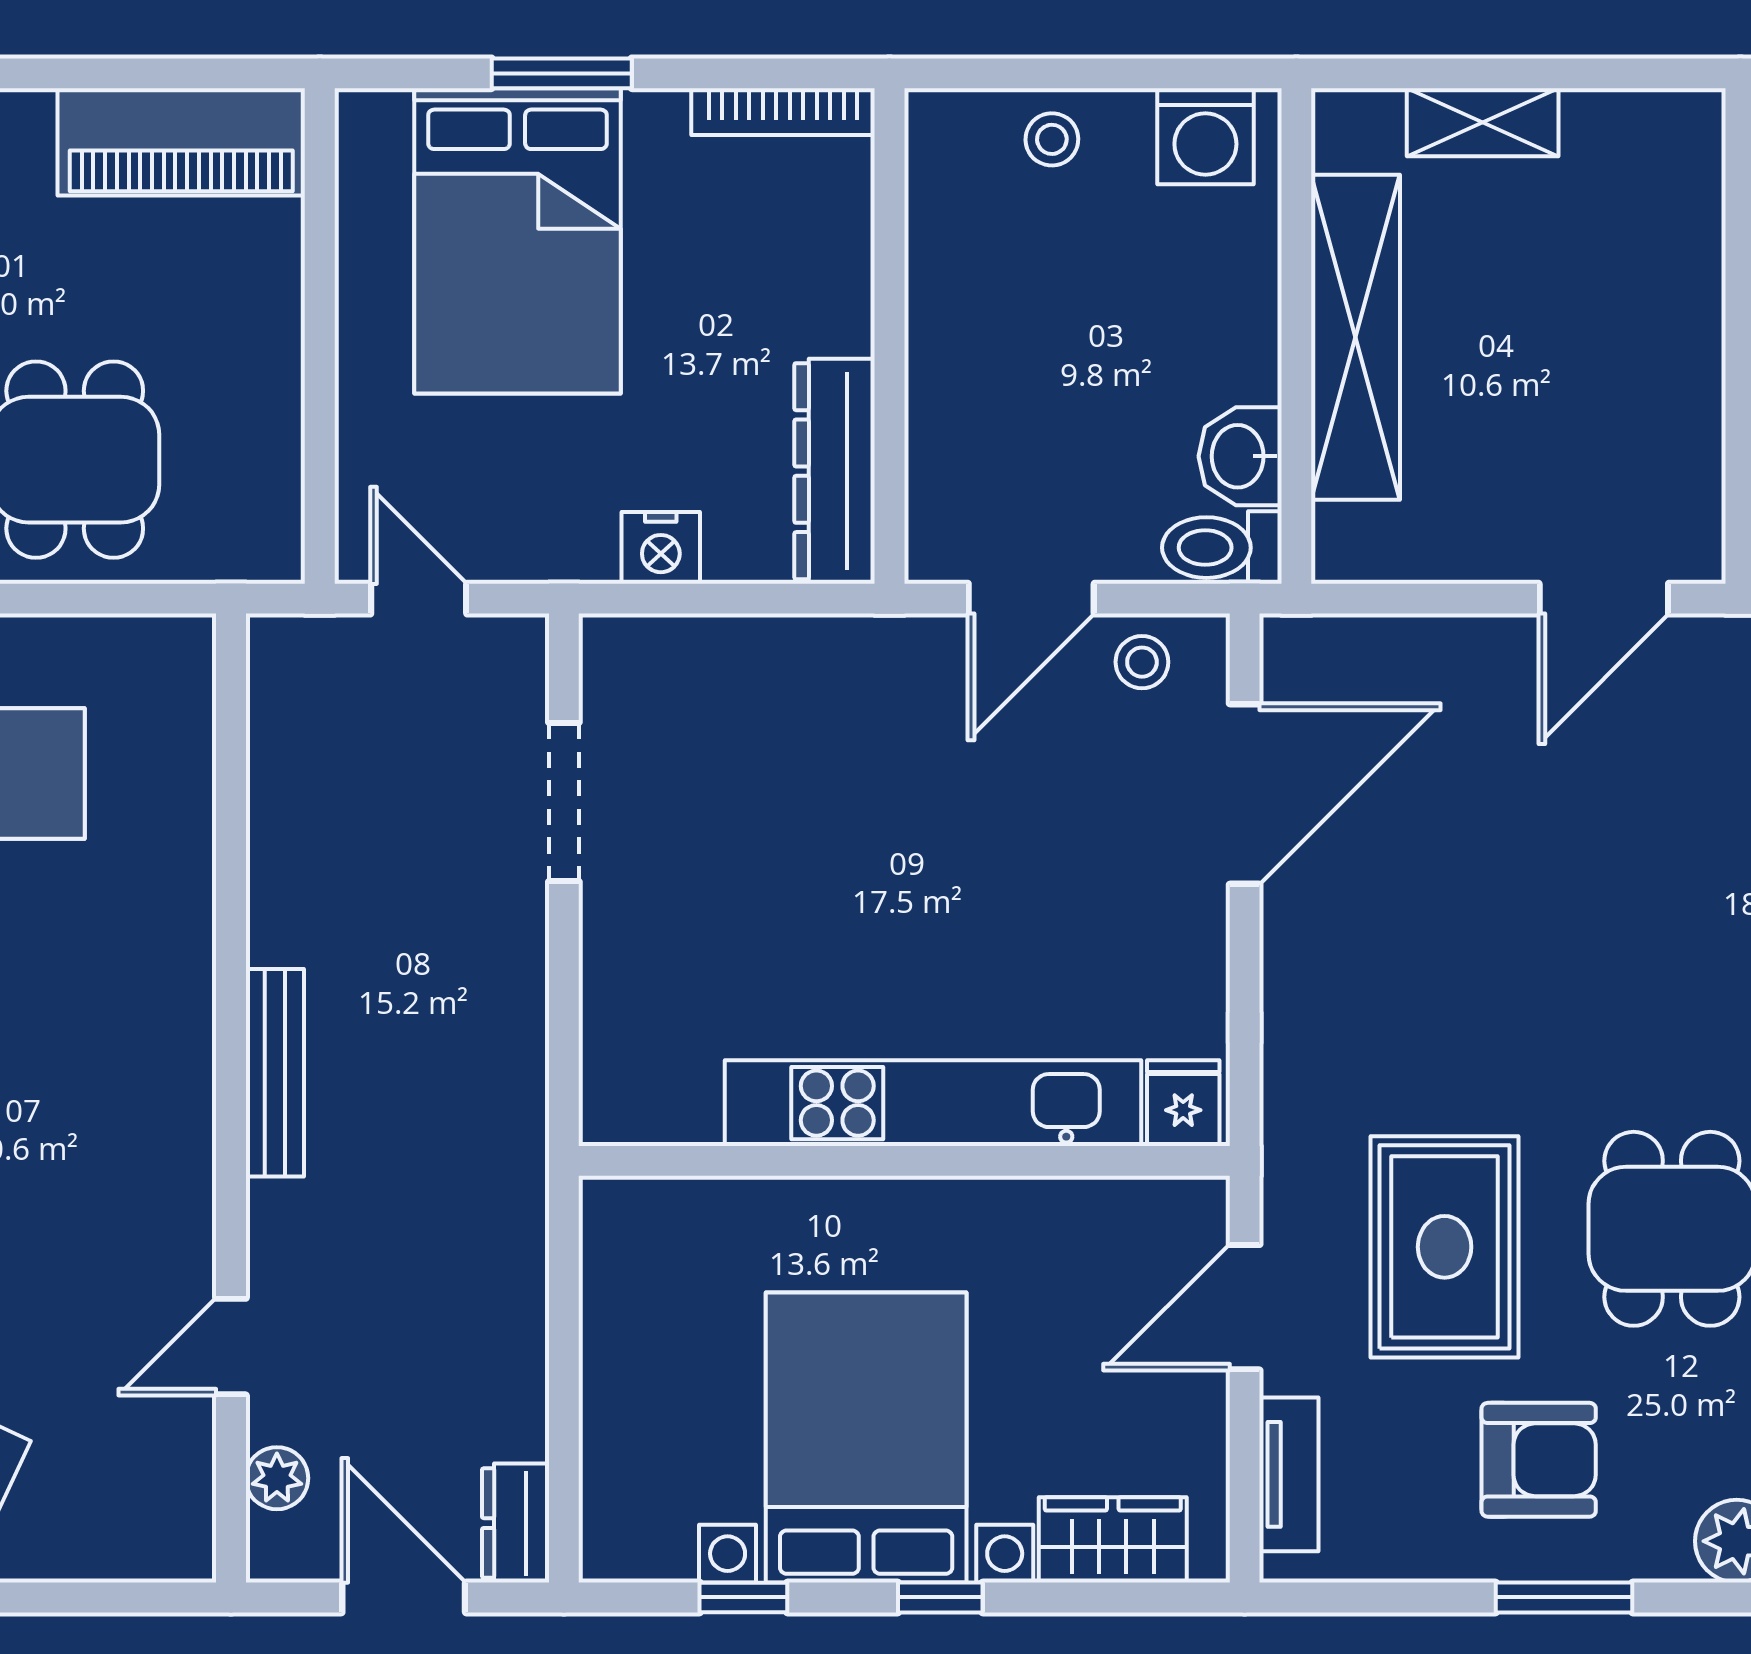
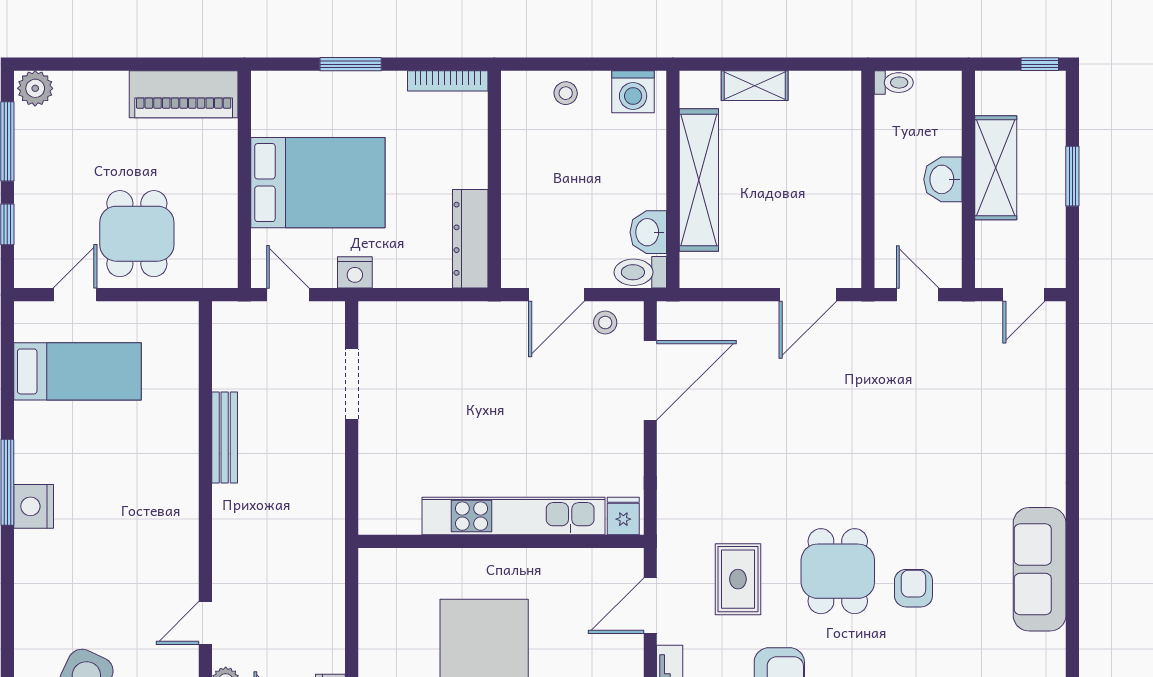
bed: (517, 241) -> (318, 183), moved, turned -90
nightstand: (661, 548) -> (355, 272), moved
bench: (275, 1073) -> (225, 438), moved
rug: (1445, 1247) -> (738, 579), width x0.73, depth x0.70

